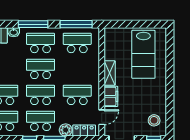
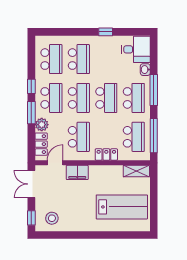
lab bench: (143, 54) -> (122, 207), turned 180
locker: (94, 69) -> (106, 155), added
shelving: (110, 73) -> (136, 171), moved
door: (102, 117) -> (55, 163), swing flipped

